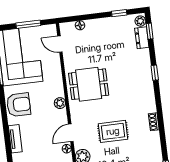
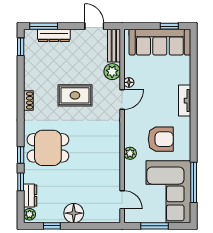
floor lamp: (80, 25) -> (74, 213), moved, width x1.89, depth x1.89
window: (150, 31) -> (21, 182), moved
dining table: (89, 84) -> (48, 148), moved
plant: (60, 103) -> (130, 153), moved
armchair: (19, 105) -> (161, 139), moved, turned 180

